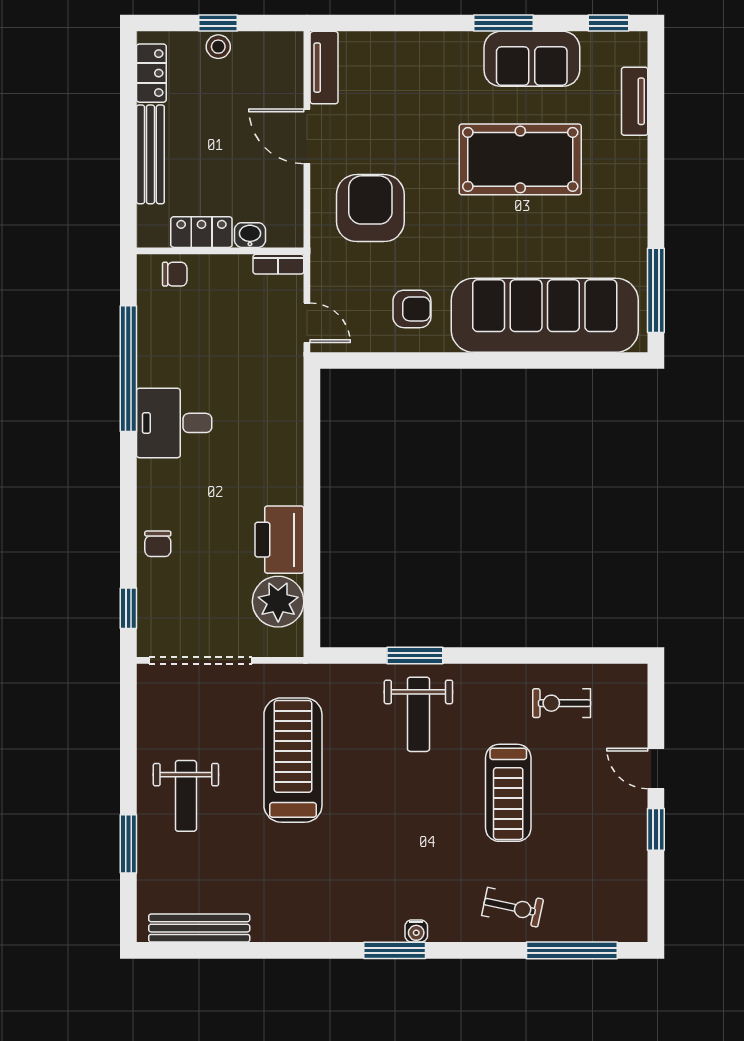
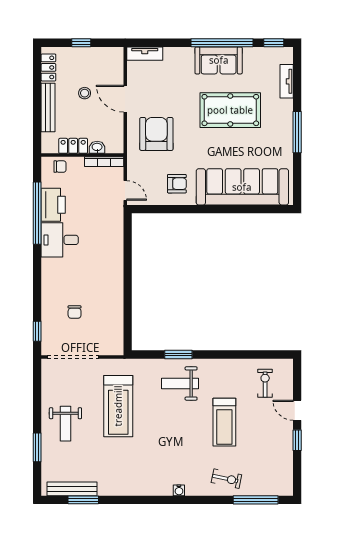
window: (503, 23) -> (222, 43), width x2.11
stool: (218, 47) -> (85, 93), moved
sofa: (532, 59) -> (219, 60), moved
tv unit: (324, 68) -> (145, 54), moved, turned 90
bookcase: (278, 264) -> (104, 162), width x1.56
window: (656, 290) -> (297, 132), moved
printer: (279, 540) -> (53, 205), moved, turned 180
chair: (158, 544) -> (75, 312), moved
plant: (278, 602) -> (111, 328), removed
exercise bike: (562, 703) -> (265, 383), moved, turned 90
weight bench: (418, 714) -> (180, 383), turned 90
treadmill: (293, 760) -> (118, 406), turned 180
window: (395, 950) -> (83, 500), moved

